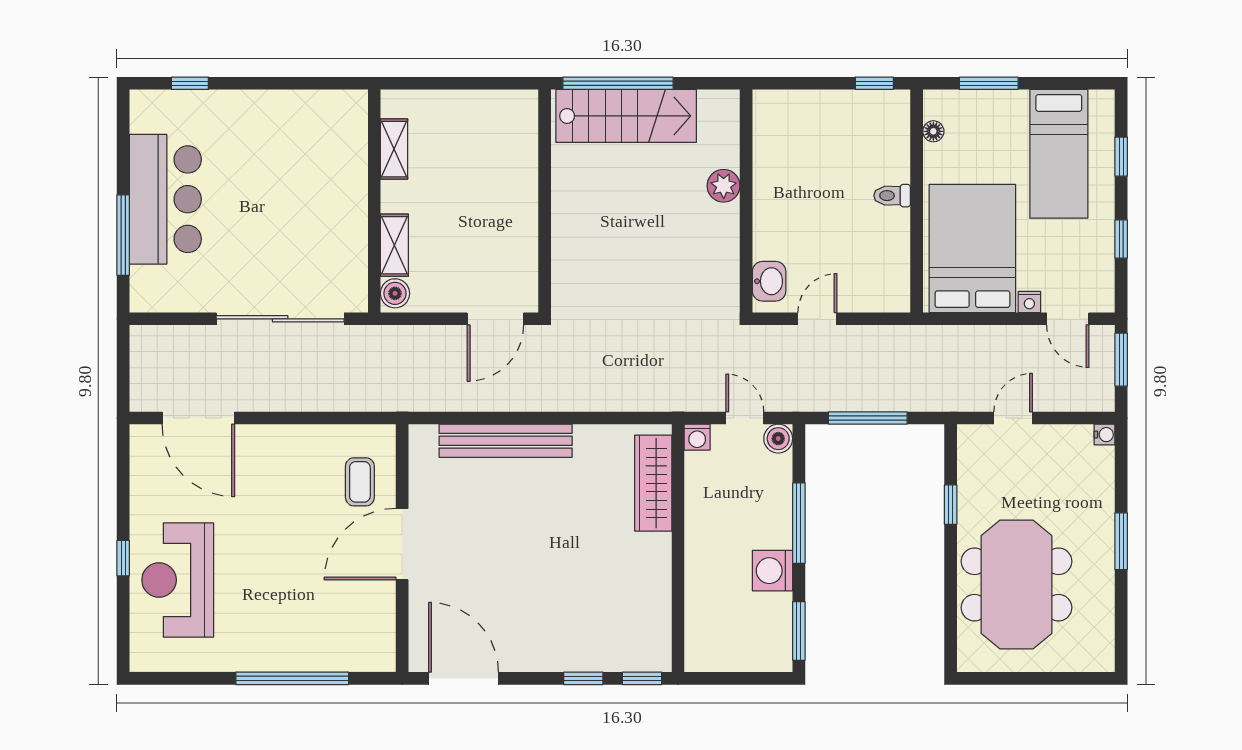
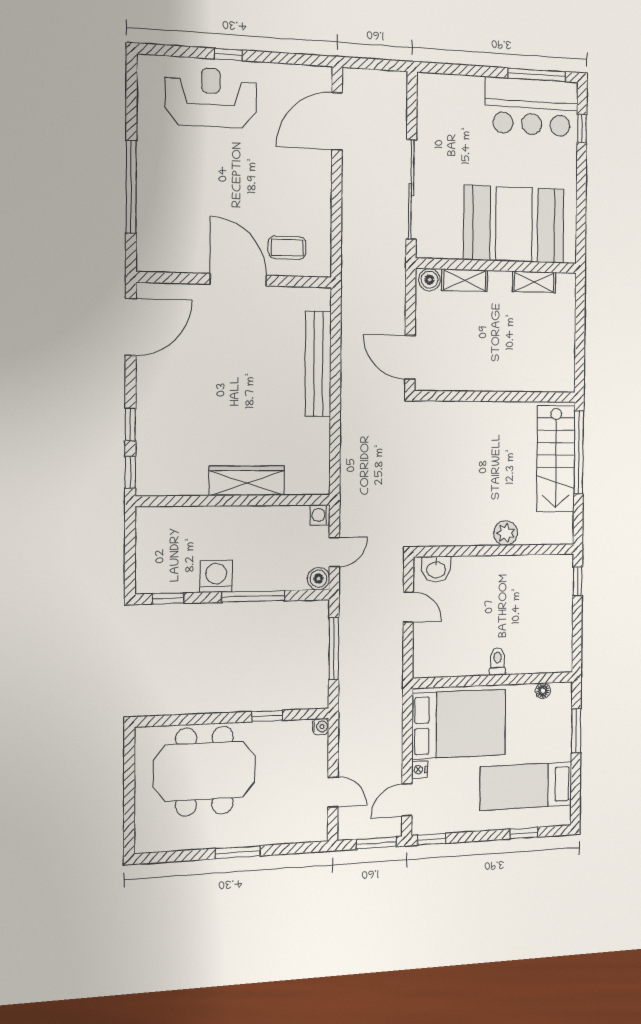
window: (874, 83) -> (578, 581), moved
booth: (319, 178) -> (514, 224), added
bar counter: (165, 199) -> (532, 107), moved
window: (123, 235) -> (537, 75), moved
window: (1121, 239) -> (432, 839), moved
door: (1013, 418) -> (333, 792), moved
water cooler: (1105, 435) -> (321, 727), moved, turned -90
wardrobe: (653, 483) -> (247, 481), moved
window: (799, 631) -> (168, 598), width x0.67

